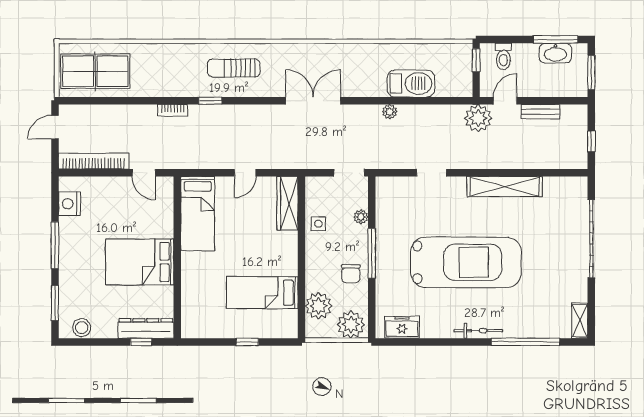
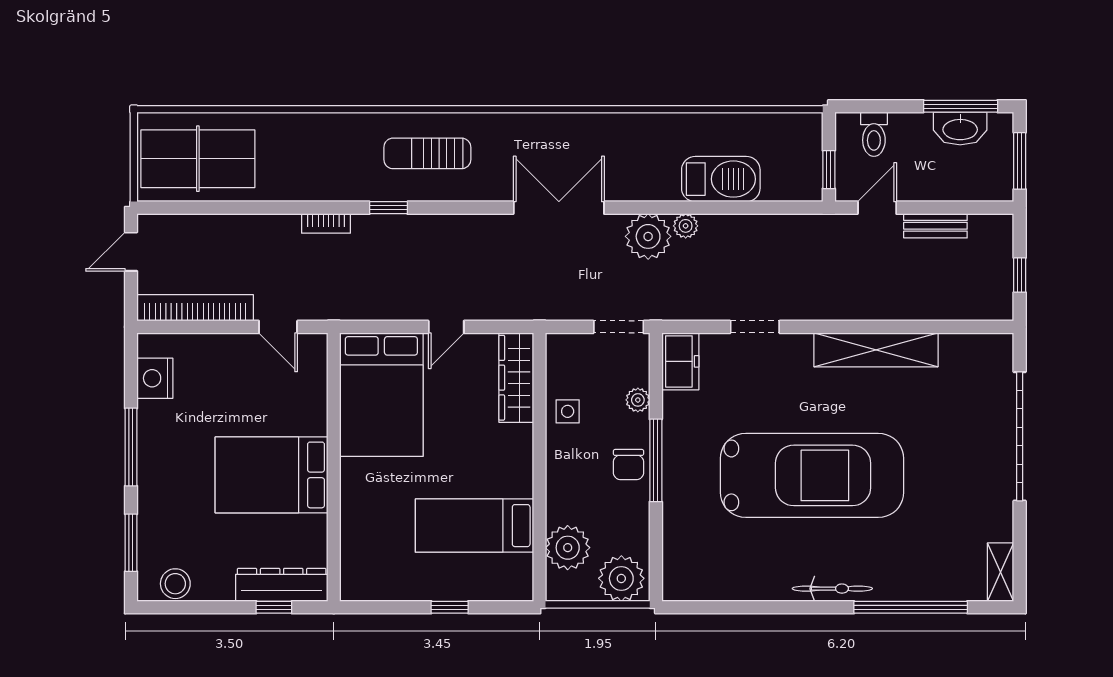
window: (476, 60) -> (829, 170), moved
plant: (478, 118) -> (648, 236), moved
bed: (198, 214) -> (381, 395), width x1.50
chair: (351, 274) -> (628, 465), moved
freezer: (402, 327) -> (680, 361), moved, turned 90

